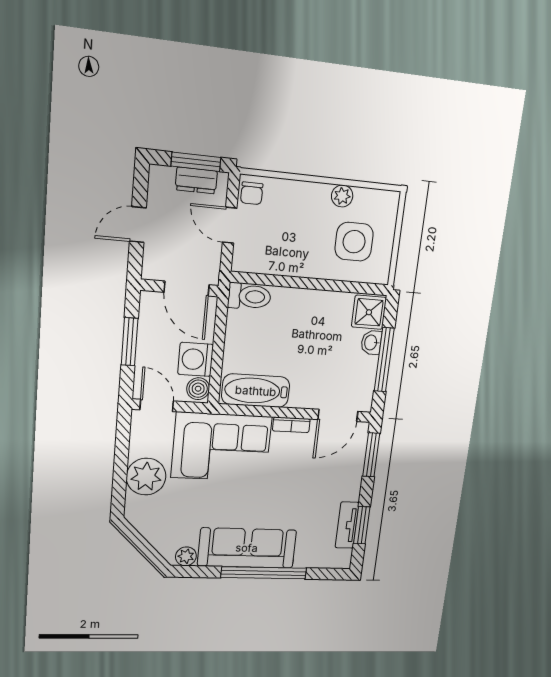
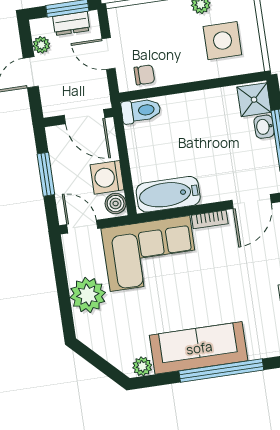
chair: (252, 193) -> (144, 75), moved, turned -90
plant: (157, 196) -> (41, 45), added

